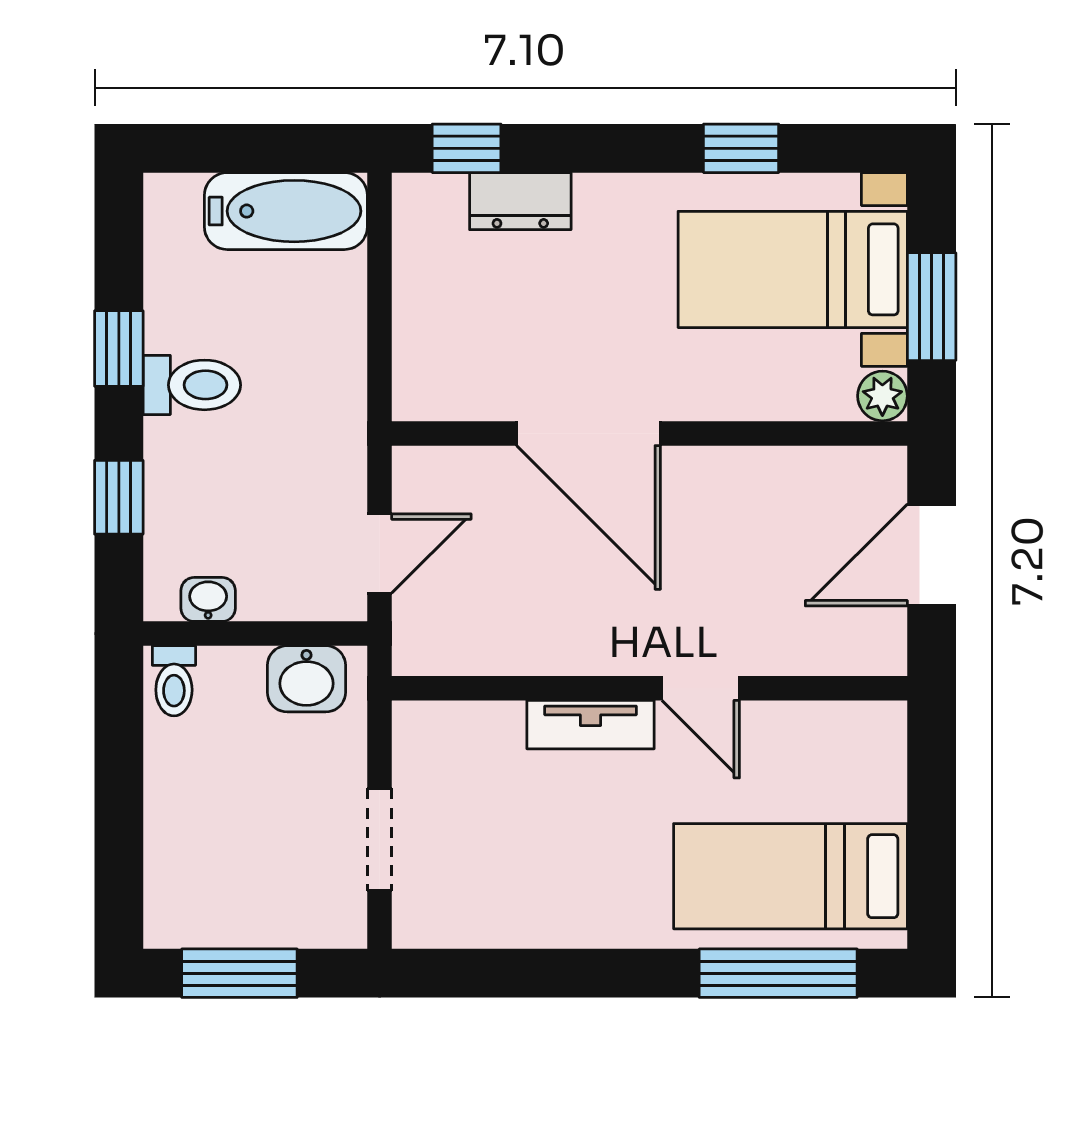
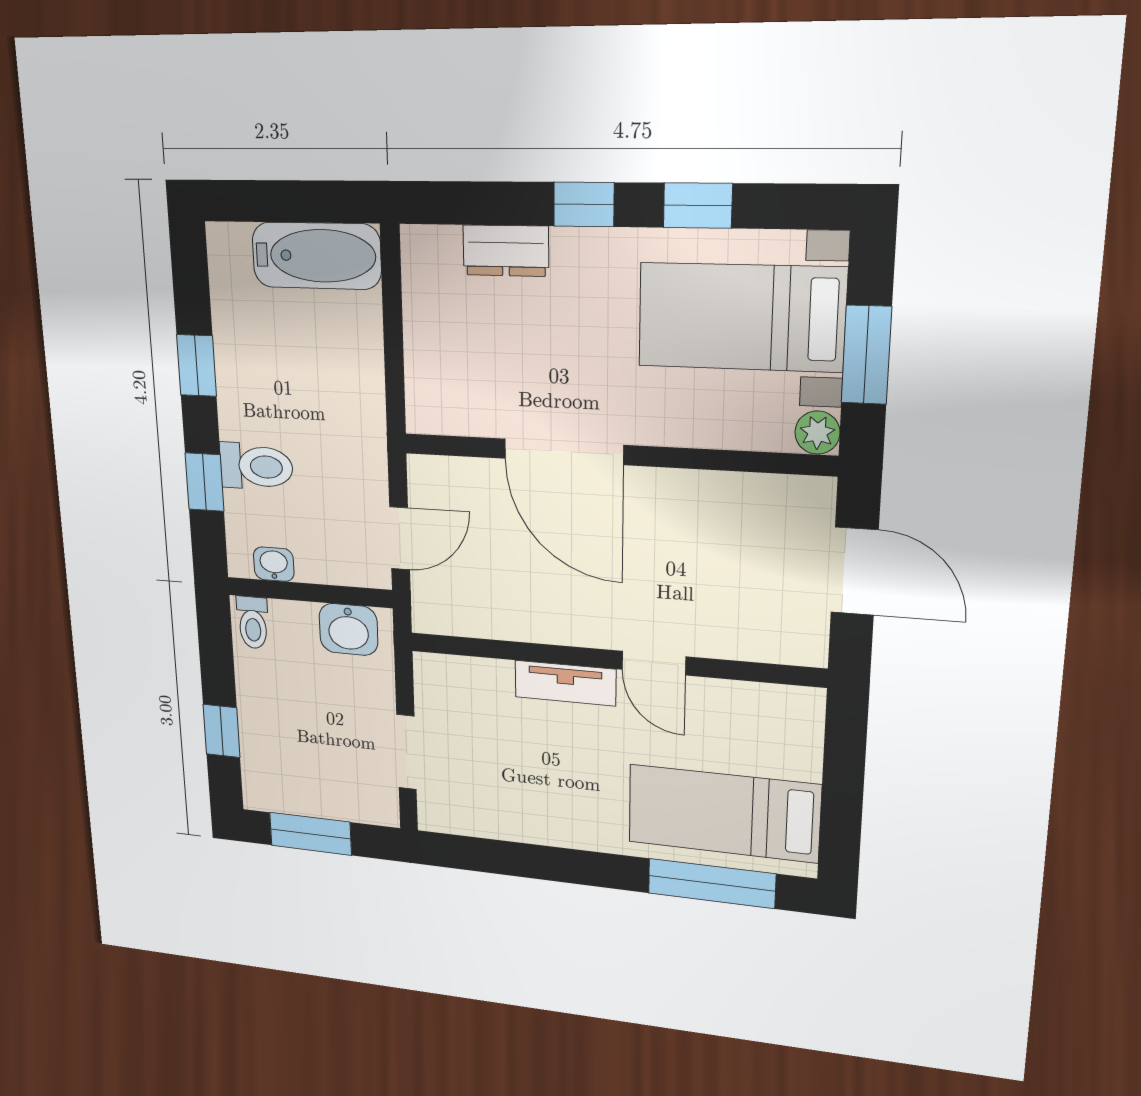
window: (467, 148) -> (584, 204), moved
toilet: (192, 385) -> (256, 466), moved
door: (932, 555) -> (855, 571), swing flipped
window: (119, 838) -> (222, 731), added

